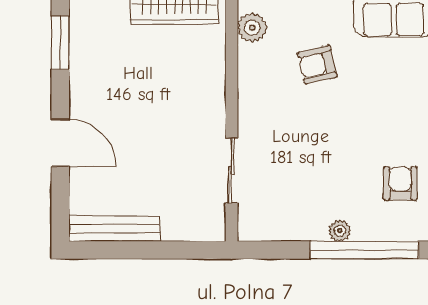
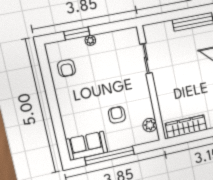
armchair: (317, 65) -> (117, 115), turned -77
window: (364, 250) -> (77, 34), width x0.47

